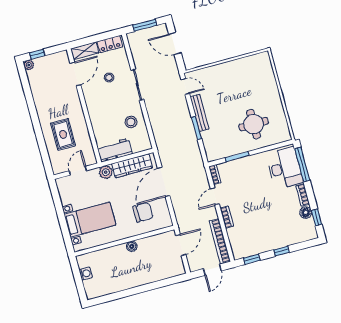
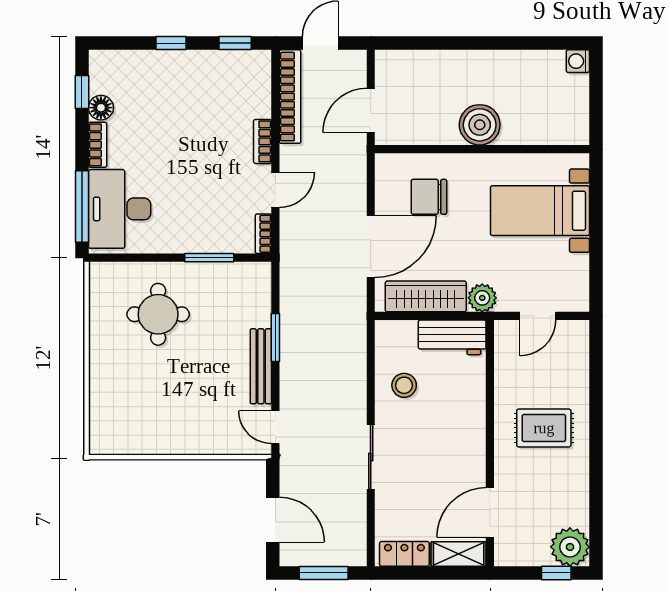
plant: (29, 65) -> (570, 547), width x1.88, depth x1.88
stool: (109, 77) -> (424, 487), removed
rug: (63, 134) -> (544, 428), moved, turned 90
boiler: (132, 246) -> (480, 125), width x1.86, depth x1.86
washing machine: (86, 274) -> (578, 61), moved

